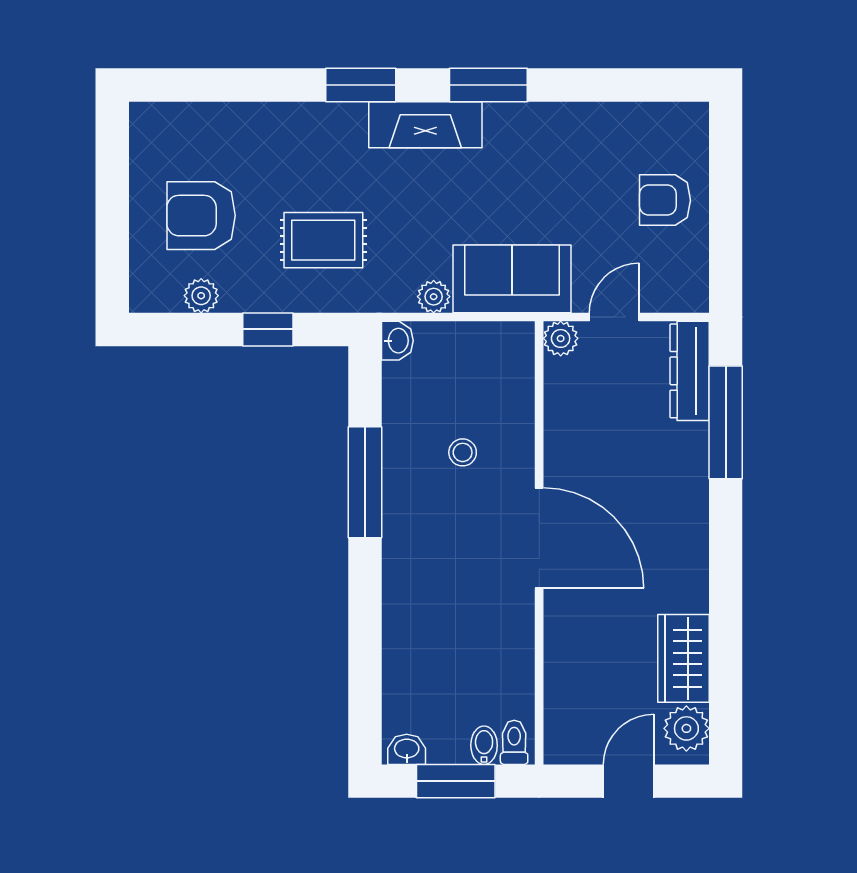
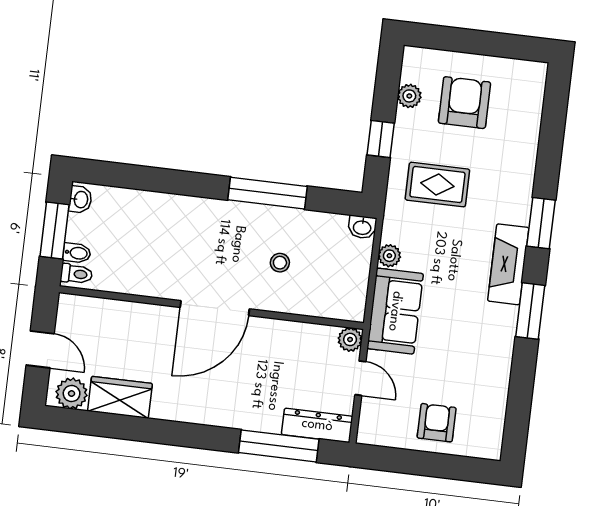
rug: (323, 240) -> (437, 185), turned 90

